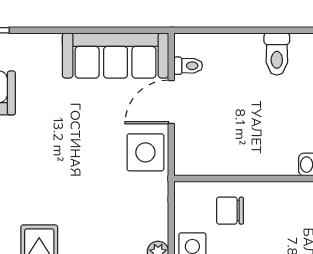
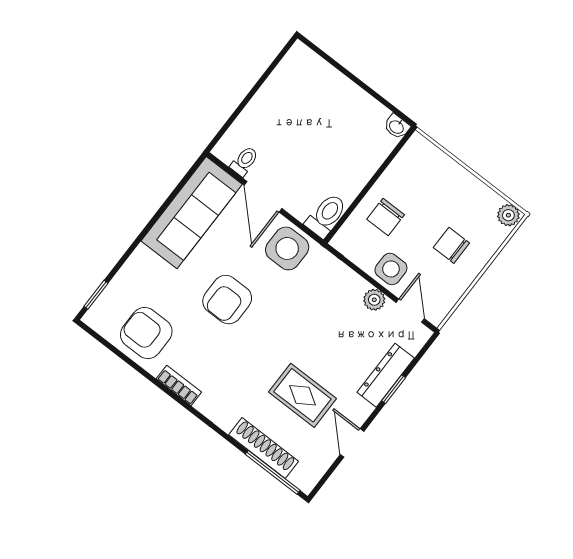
toilet: (277, 54) -> (326, 216), moved, turned -90
armchair: (69, 136) -> (227, 300), added

